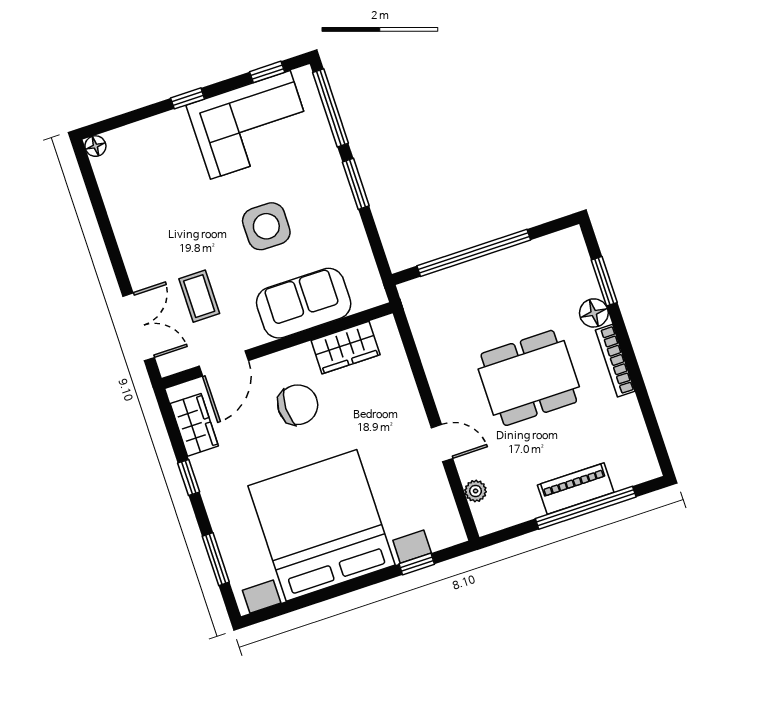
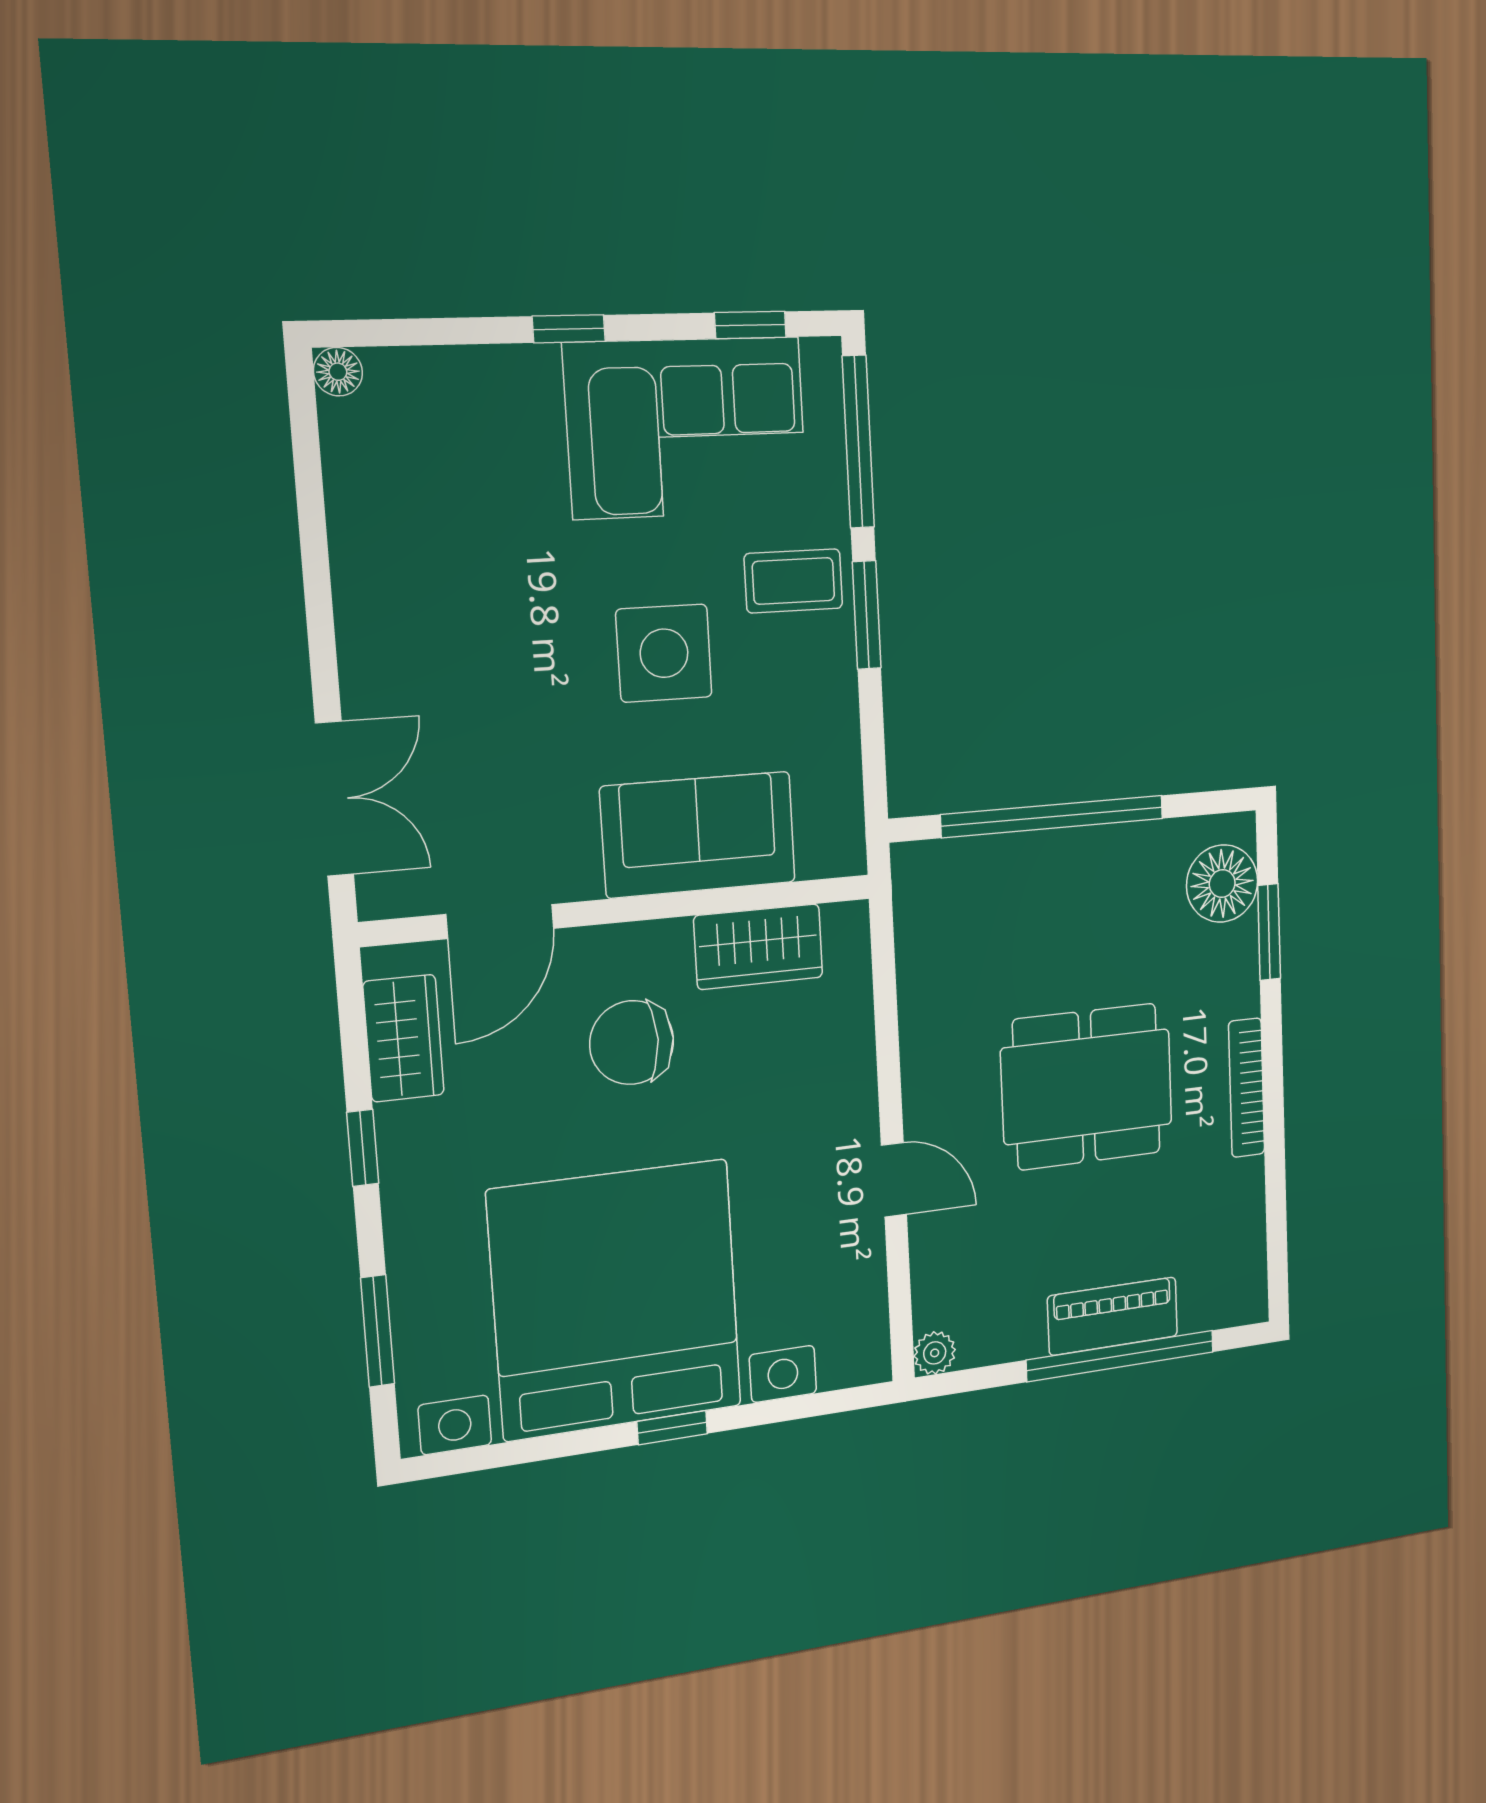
coffee table: (199, 296) -> (793, 581), moved, turned 90
floor lamp: (594, 313) -> (1222, 884), moved, width x1.38, depth x1.38
chair: (298, 405) -> (632, 1043), turned 180
plant: (476, 491) -> (935, 1353), moved
window: (417, 564) -> (672, 1428), moved

